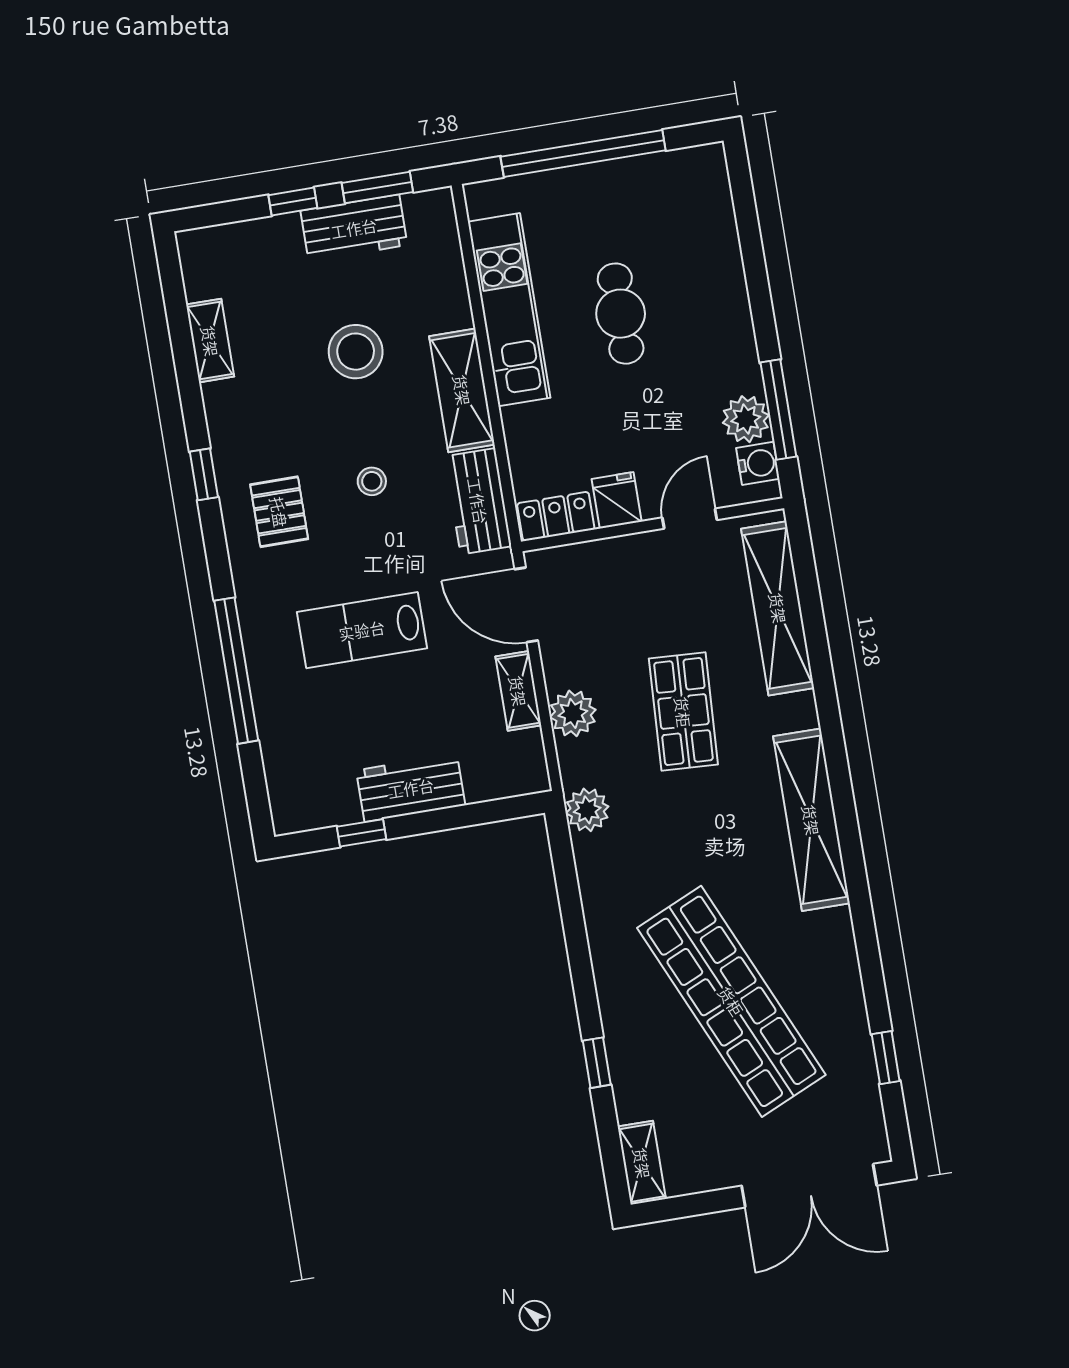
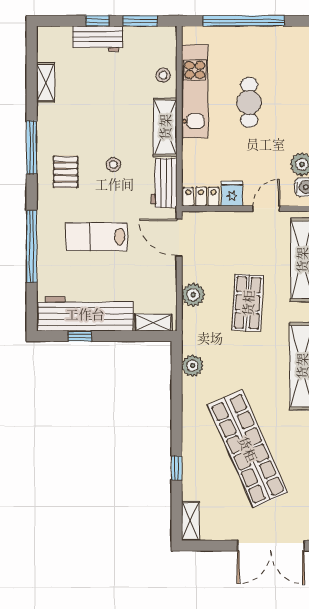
workbench: (354, 228) -> (98, 39), moved
stool: (356, 352) -> (163, 75), moved, width x0.53, depth x0.53
window: (204, 474) -> (32, 147), width x2.17
shelving: (518, 691) -> (153, 323), moved, turned 90
workbench: (411, 788) -> (85, 314), width x1.88, depth x1.32
plant: (587, 810) -> (192, 366), moved

